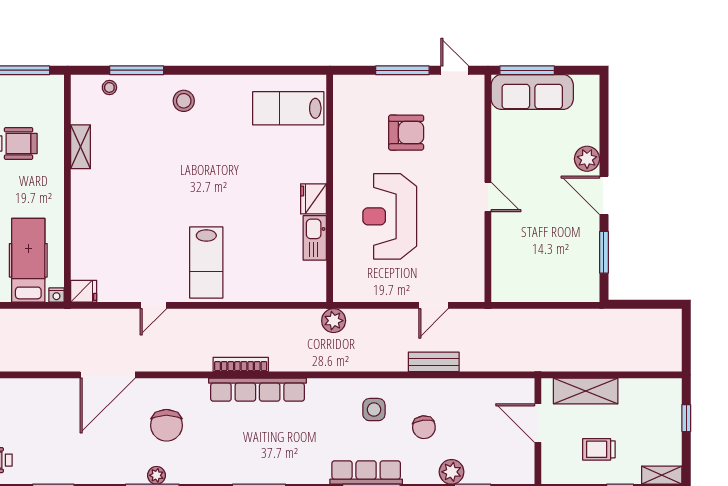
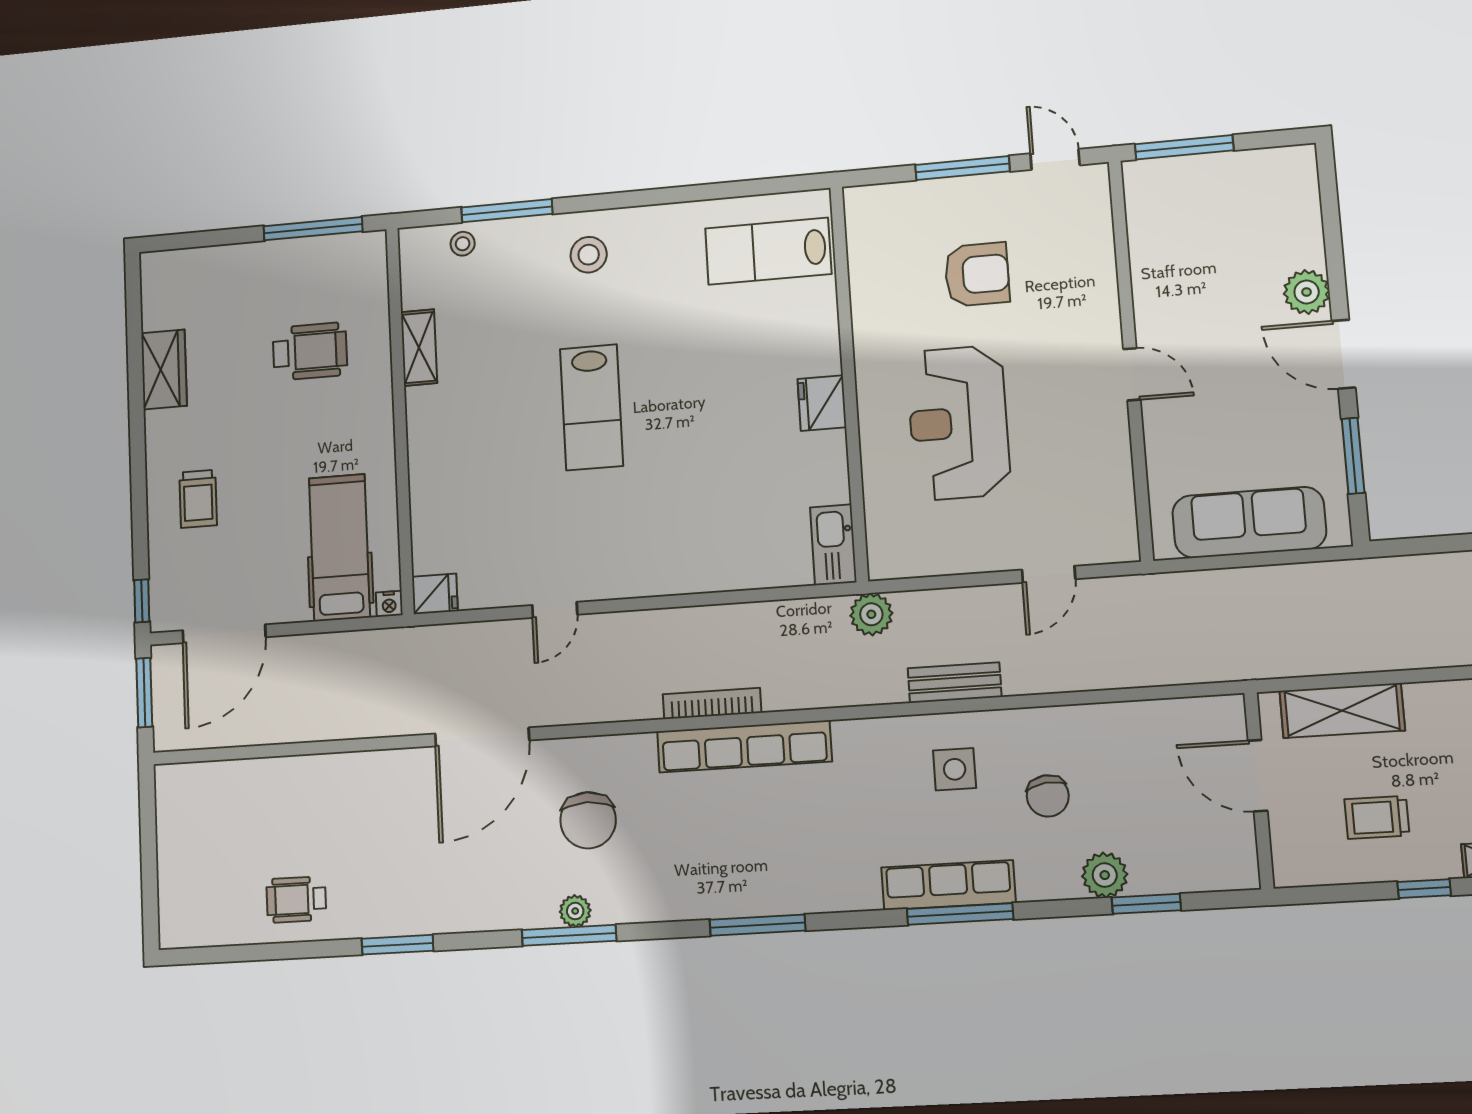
sofa: (532, 92) -> (1249, 522), moved, turned 180
kitchen sink: (315, 238) -> (833, 545), moved
lab bench: (206, 263) -> (592, 407), moved
bench: (434, 362) -> (955, 683), moved

